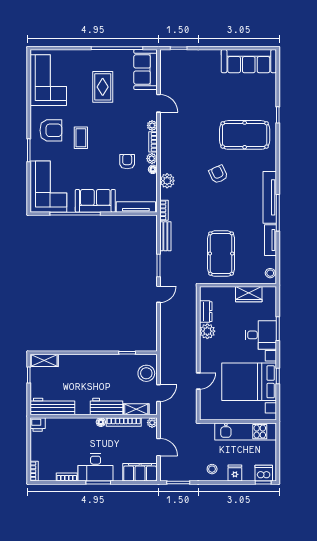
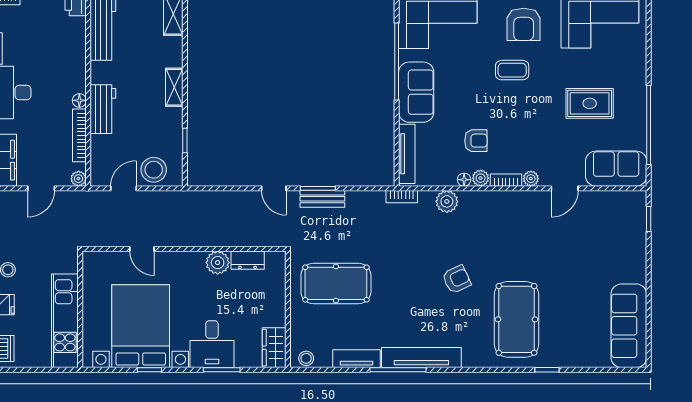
bench: (165, 236) -> (322, 199), moved
wardrobe: (249, 294) -> (274, 348), moved
door: (159, 393) -> (123, 188), swing flipped
shelving: (136, 409) -> (174, 87), moved

